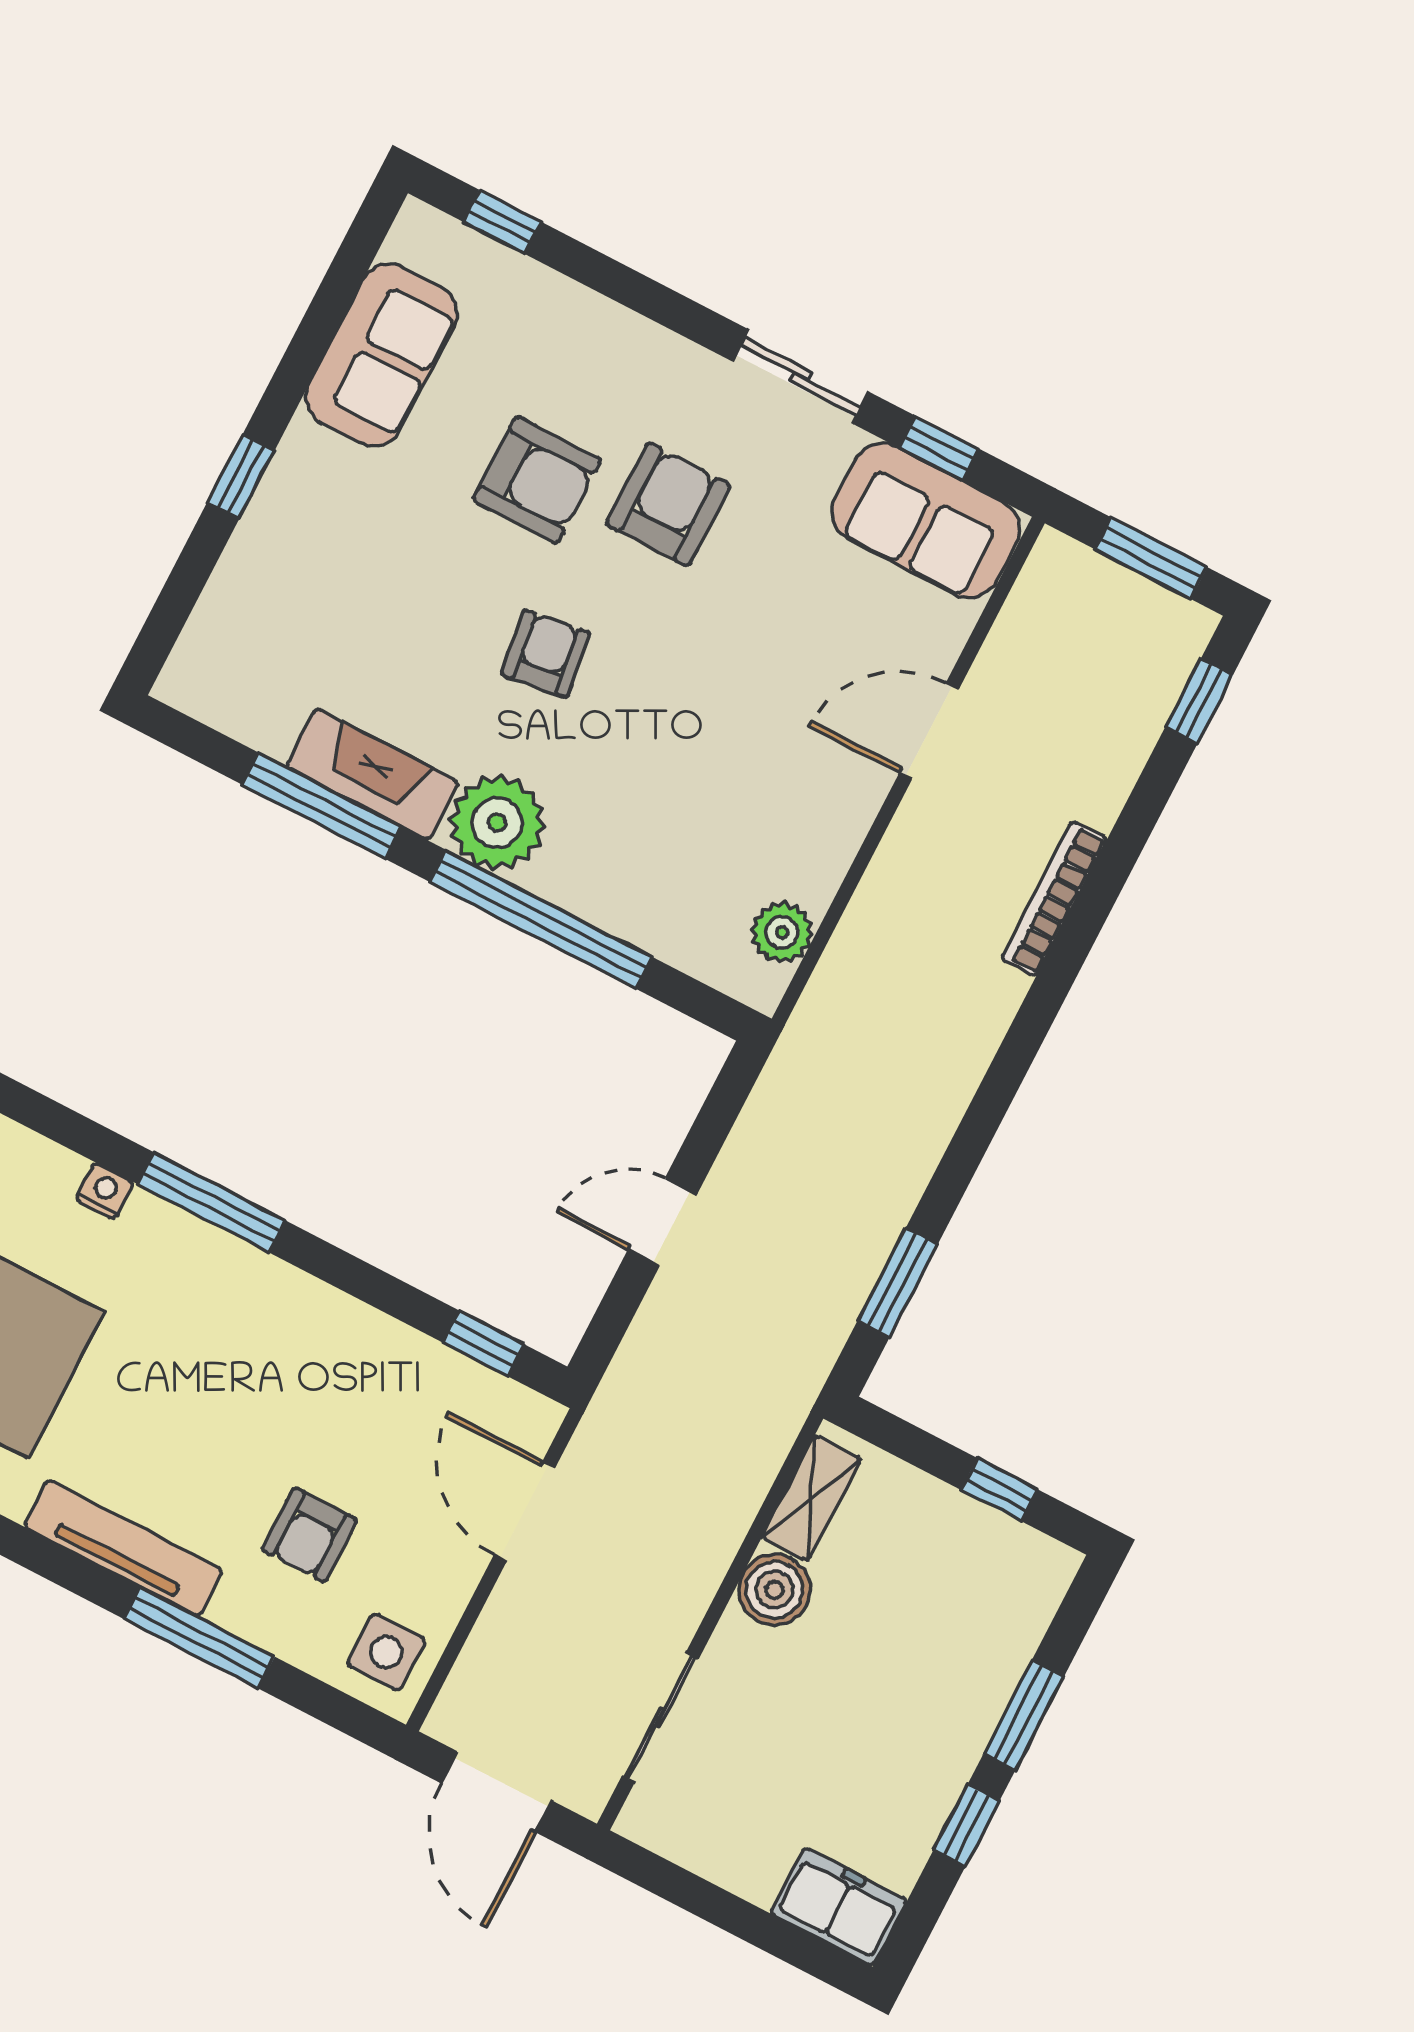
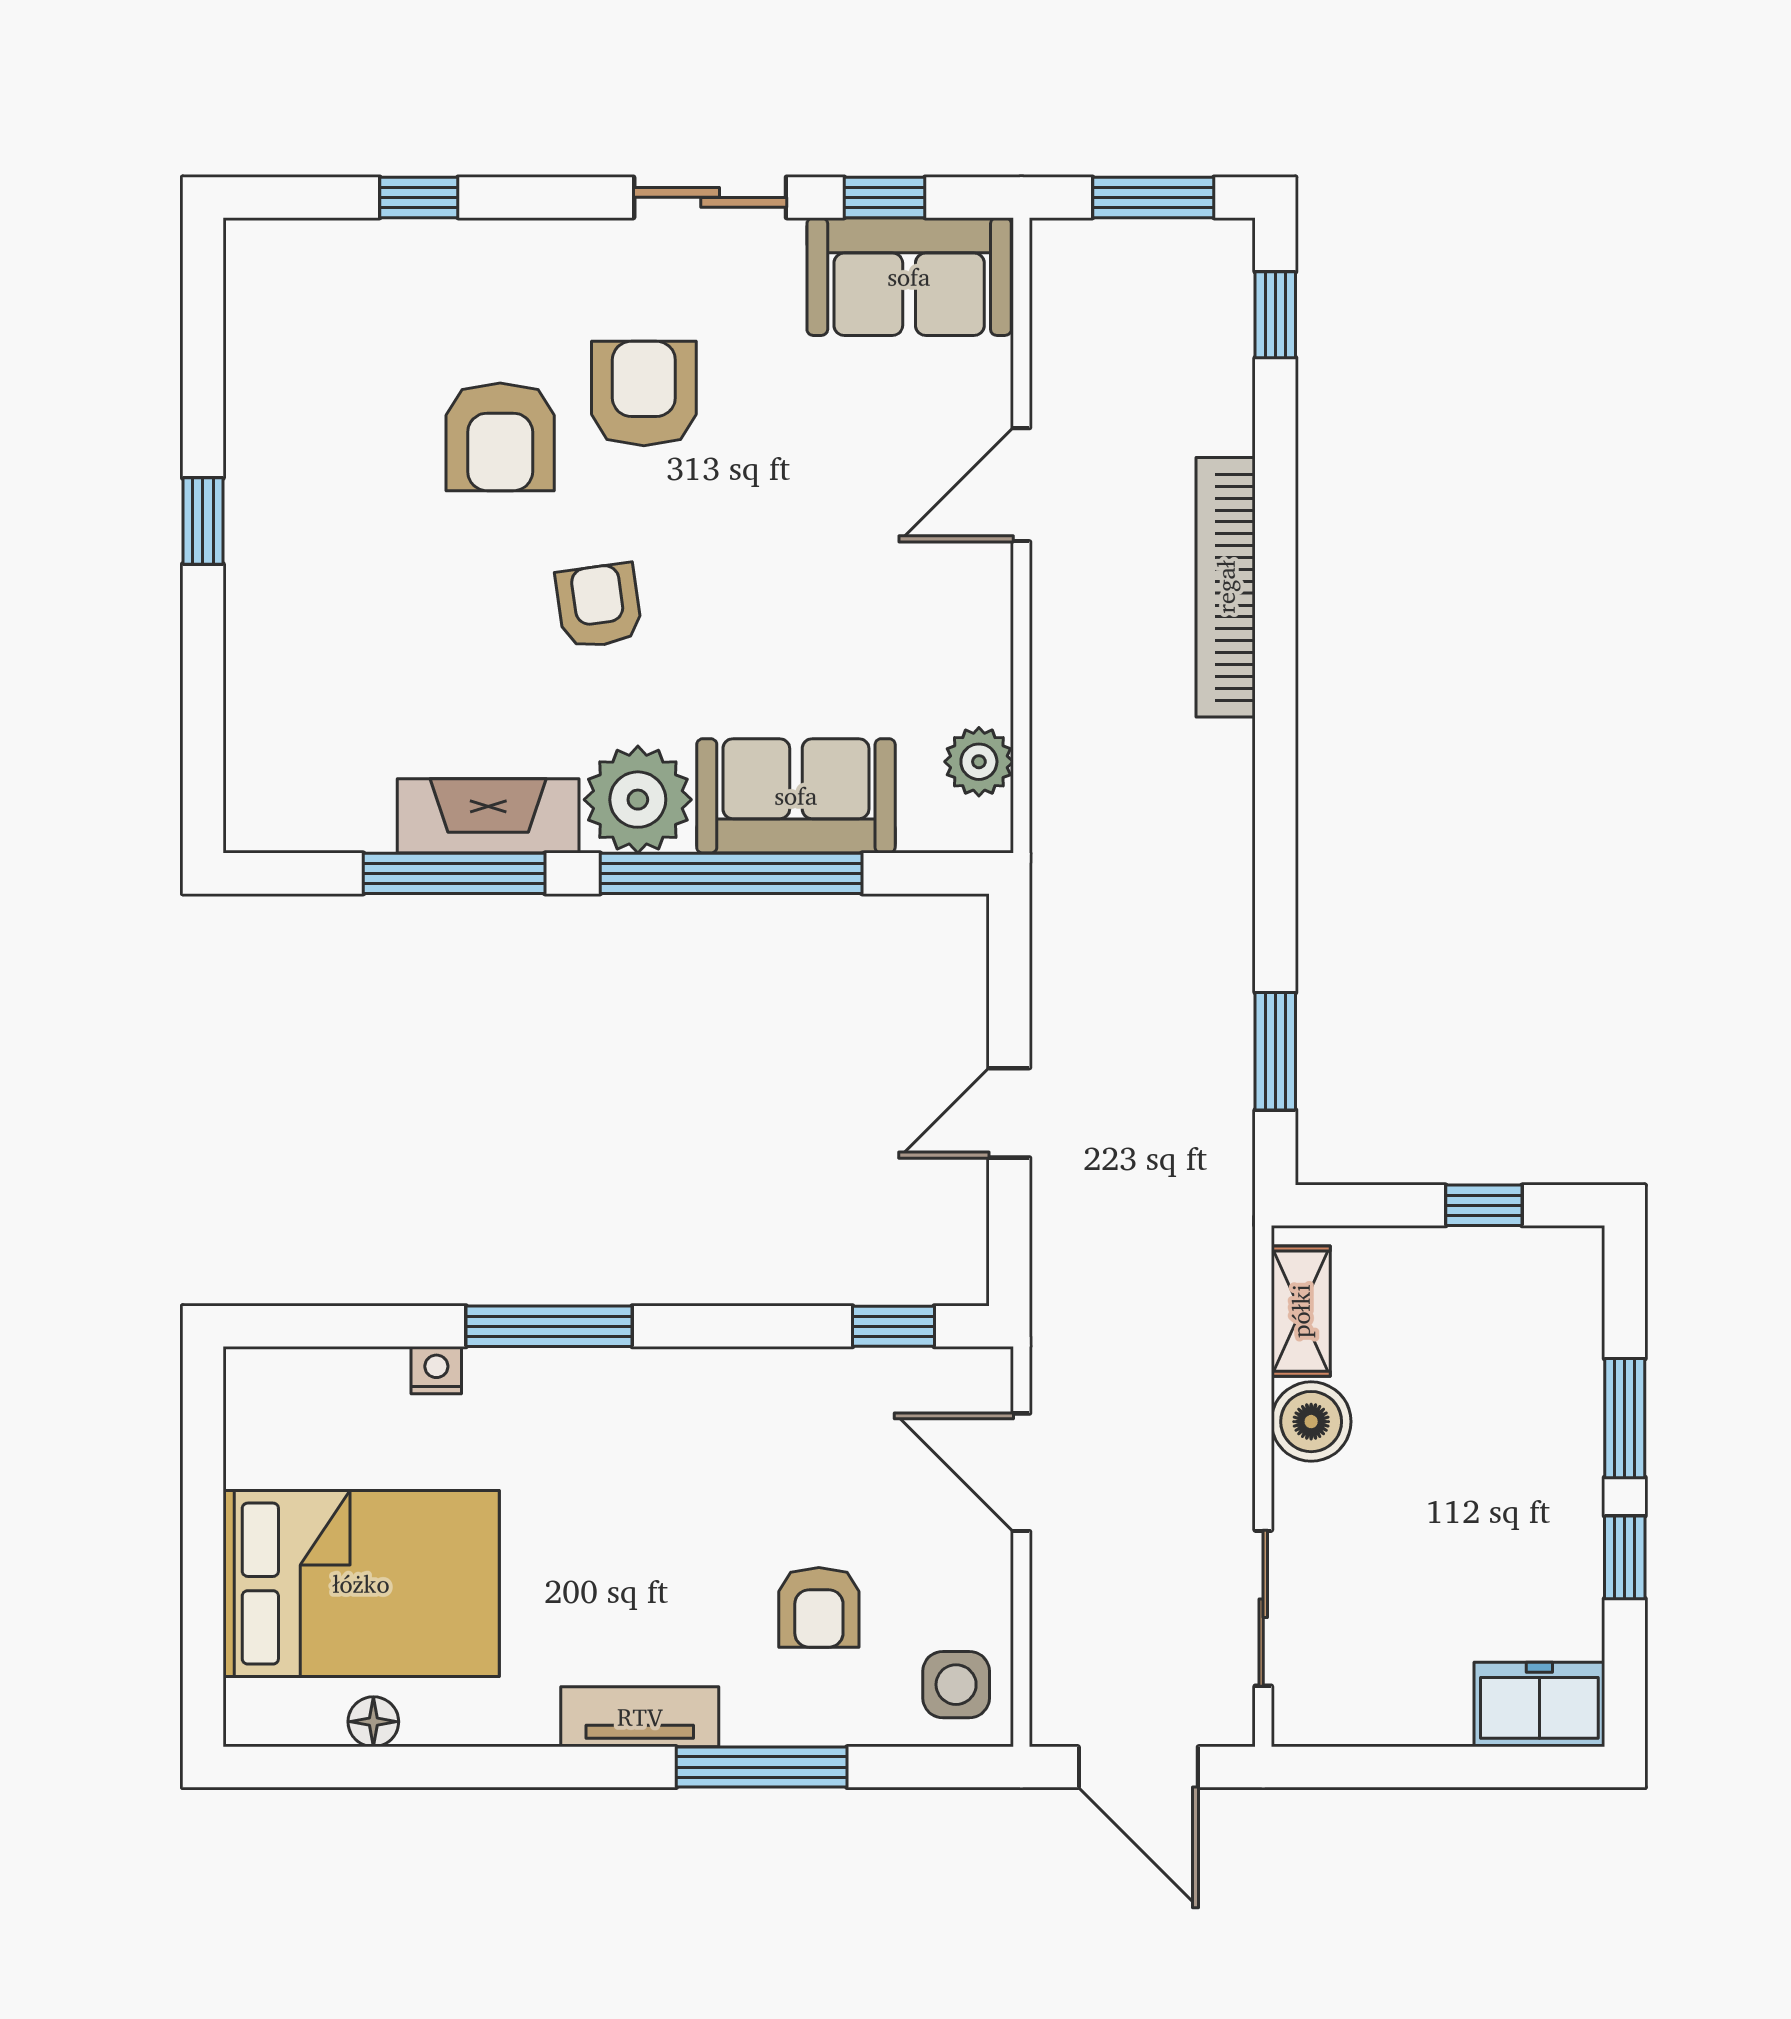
window: (502, 222) -> (419, 197), moved
sofa: (381, 355) -> (796, 796), moved, turned -90
window: (241, 477) -> (203, 521), moved
armchair: (537, 480) -> (500, 437), turned 90
bookcase: (1054, 899) -> (1226, 587), width x1.48, depth x1.31
tv unit: (123, 1548) -> (640, 1717), width x0.71

